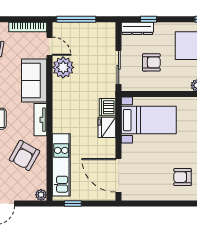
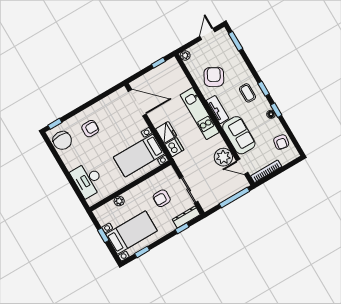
sliding door: (119, 67) -> (189, 190), moved
kitchen unit: (61, 165) -> (200, 114), moved

